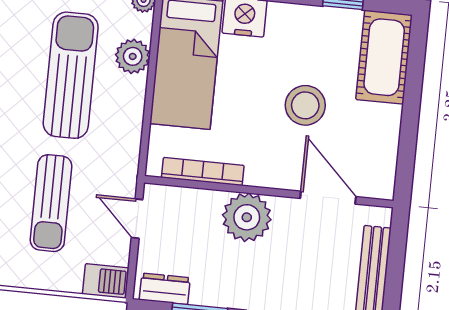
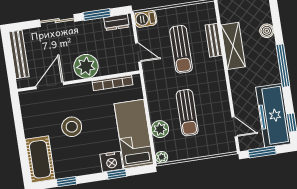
sun lounger: (71, 75) -> (187, 113), width x0.73, depth x0.75
door: (328, 198) -> (50, 86), swing flipped
sun lounger: (51, 203) -> (181, 49), turned 180

